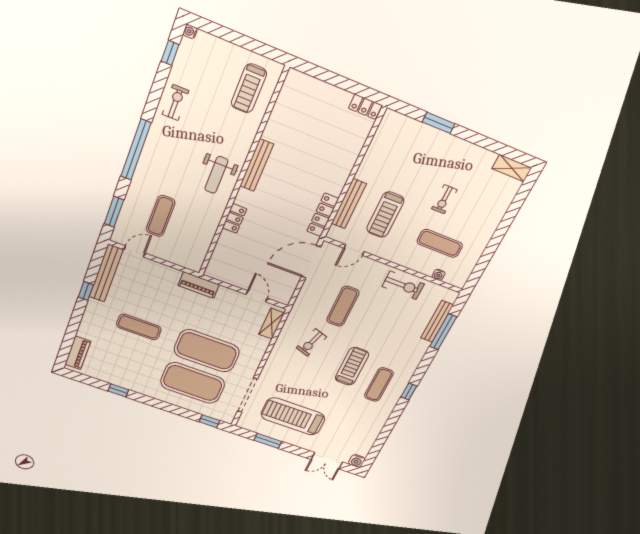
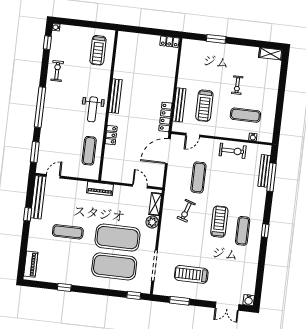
exercise mat: (161, 216) -> (89, 151), moved
plant: (260, 344) -> (152, 222), added
treadmill: (293, 416) -> (191, 274), width x0.73, depth x0.73

